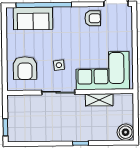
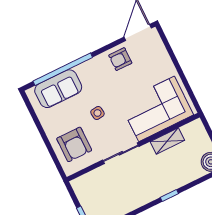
armchair: (93, 18) -> (120, 59), turned 180
side table: (59, 65) -> (97, 113), moved

